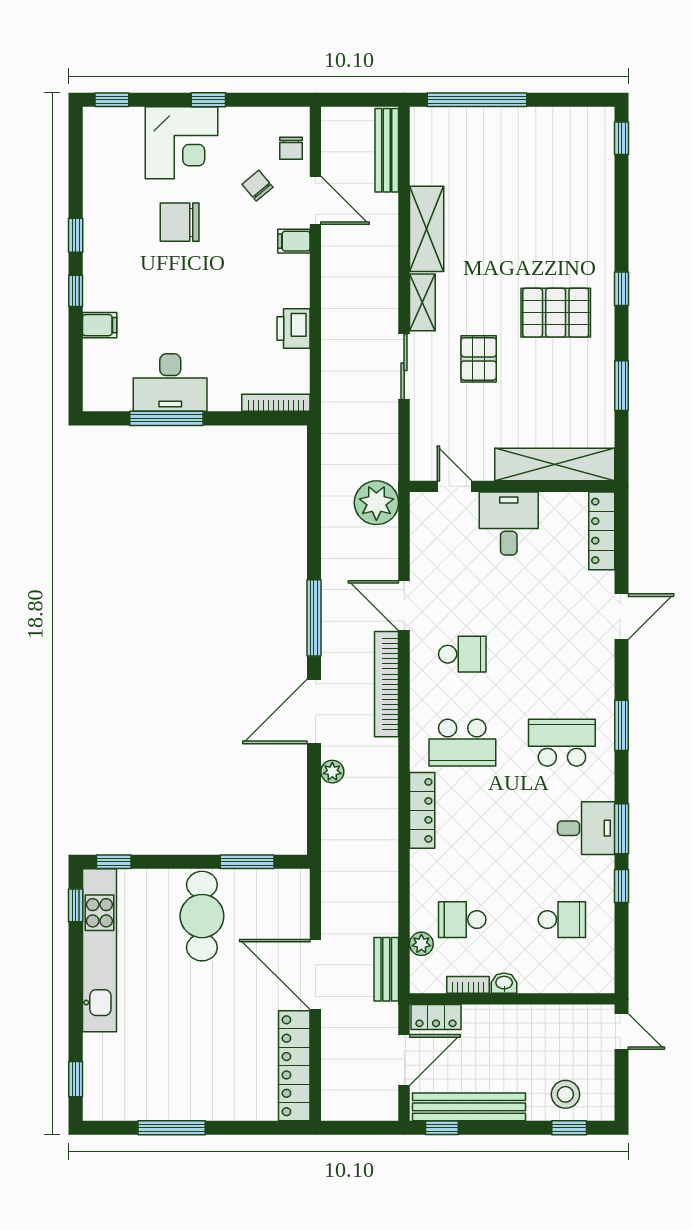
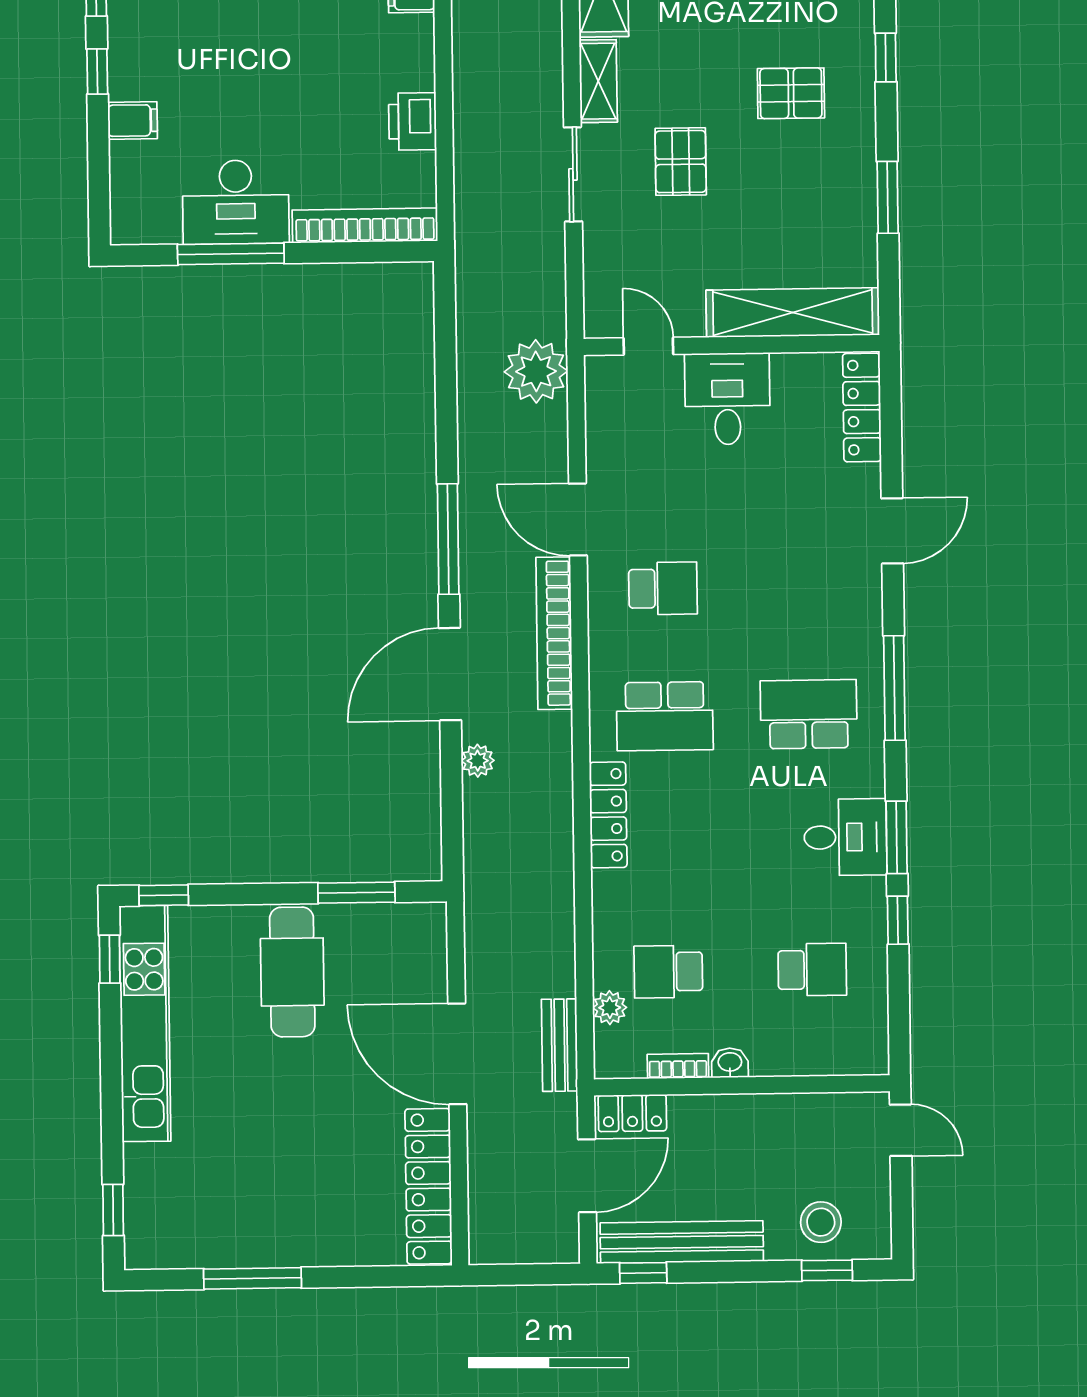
pallet: (556, 313) -> (791, 93), width x0.67, depth x0.71
bookcase: (276, 403) -> (365, 225), width x1.48, depth x1.31
window: (622, 725) -> (894, 688), width x1.44

